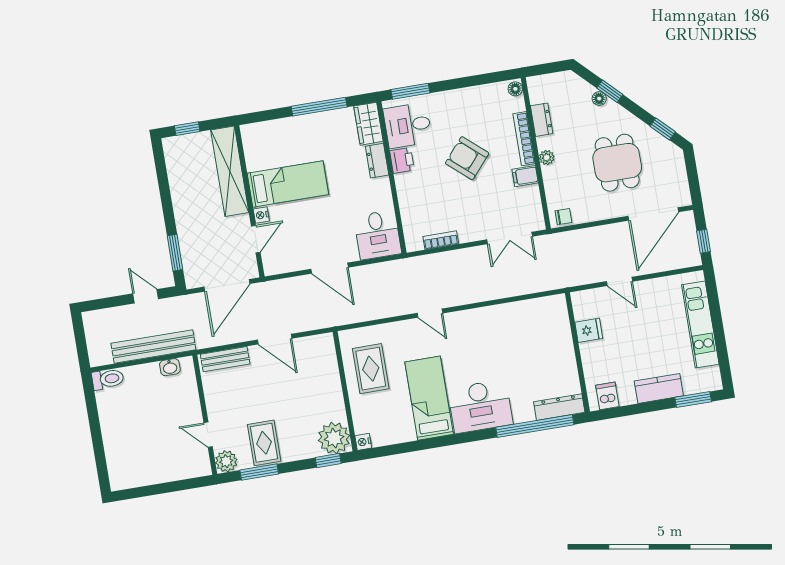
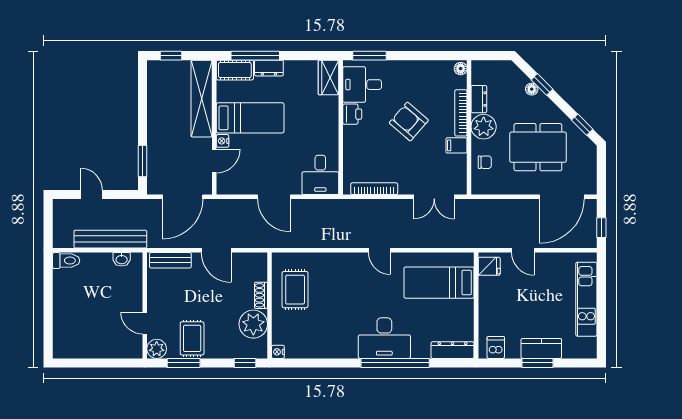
window: (319, 107) -> (255, 56), moved
cot: (262, 133) -> (235, 70), added
plant: (547, 157) -> (484, 127), width x1.88, depth x1.88
dresser: (377, 161) -> (269, 68), moved, turned -90
dining table: (617, 163) -> (538, 147), width x1.38
chair: (563, 217) -> (485, 162), moved
bookcase: (441, 240) -> (374, 189), width x1.56
door: (146, 296) -> (91, 194), moved
door: (430, 313) -> (379, 250), moved
fridge: (589, 330) -> (489, 266), moved
shoe rack: (333, 381) -> (261, 295), added
bed: (429, 398) -> (439, 283), moved, turned -90
window: (693, 399) -> (537, 363), moved
window: (535, 426) -> (395, 363), moved
plant: (334, 438) -> (253, 324), moved

